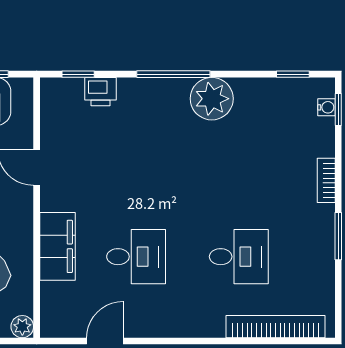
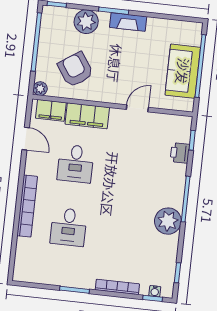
bookcase: (326, 180) -> (117, 287), width x1.56
filing cabinet: (55, 306) -> (51, 110), added
bookcase: (276, 327) -> (27, 206), moved

